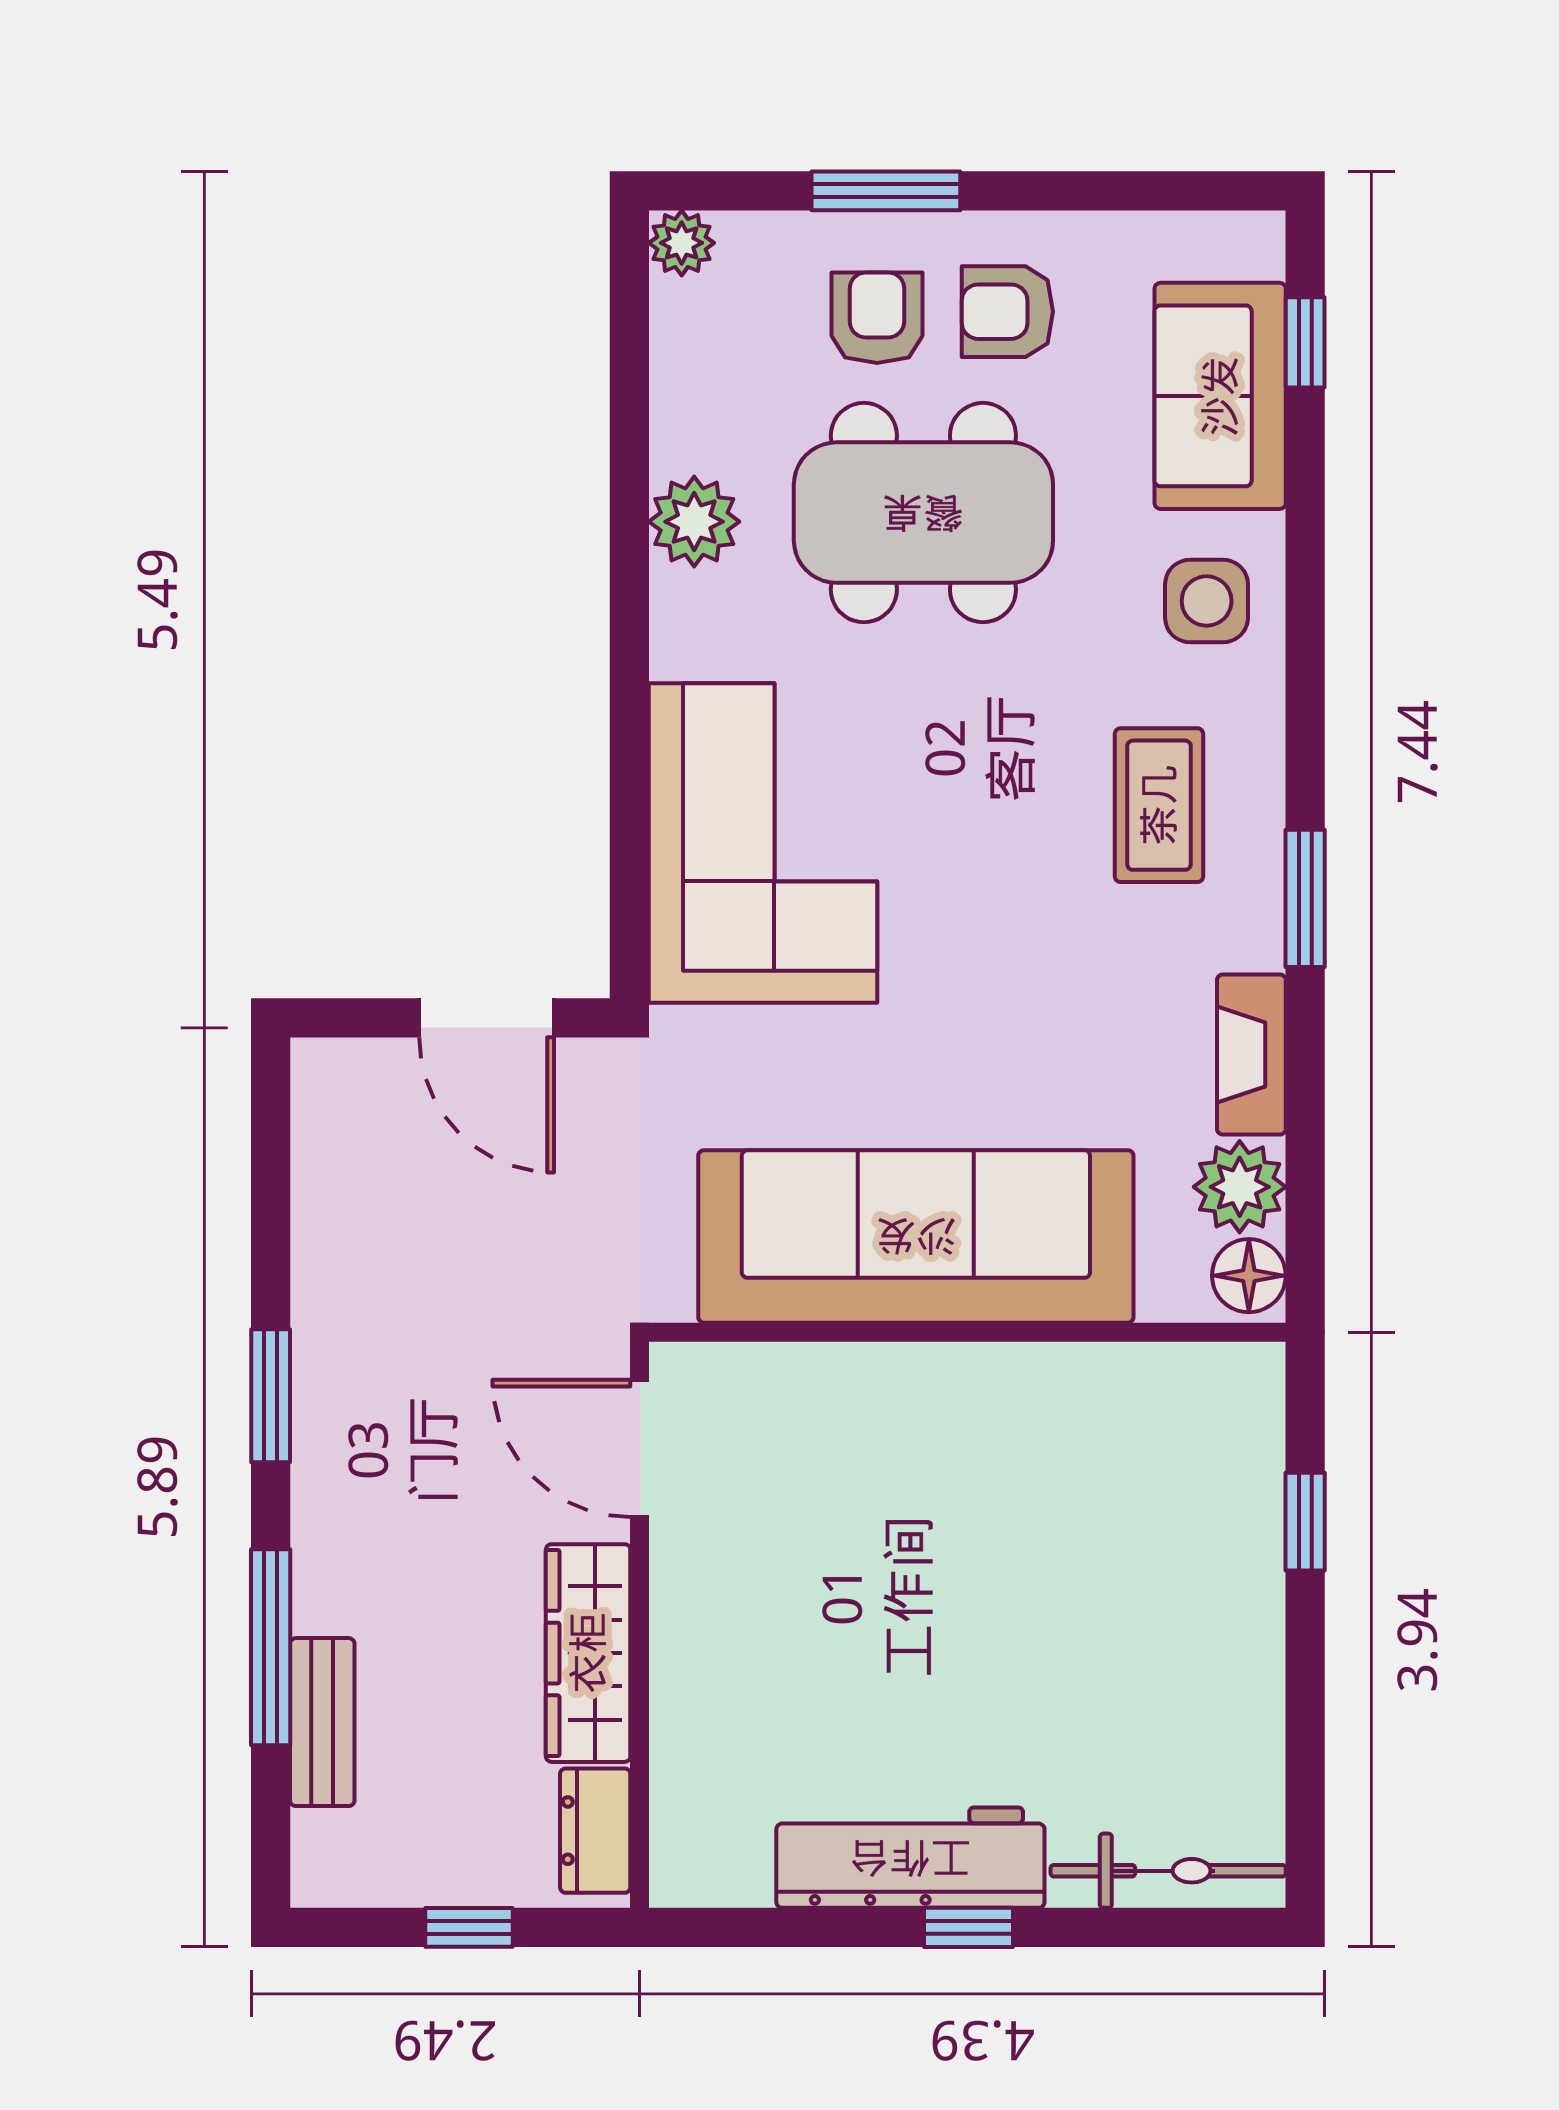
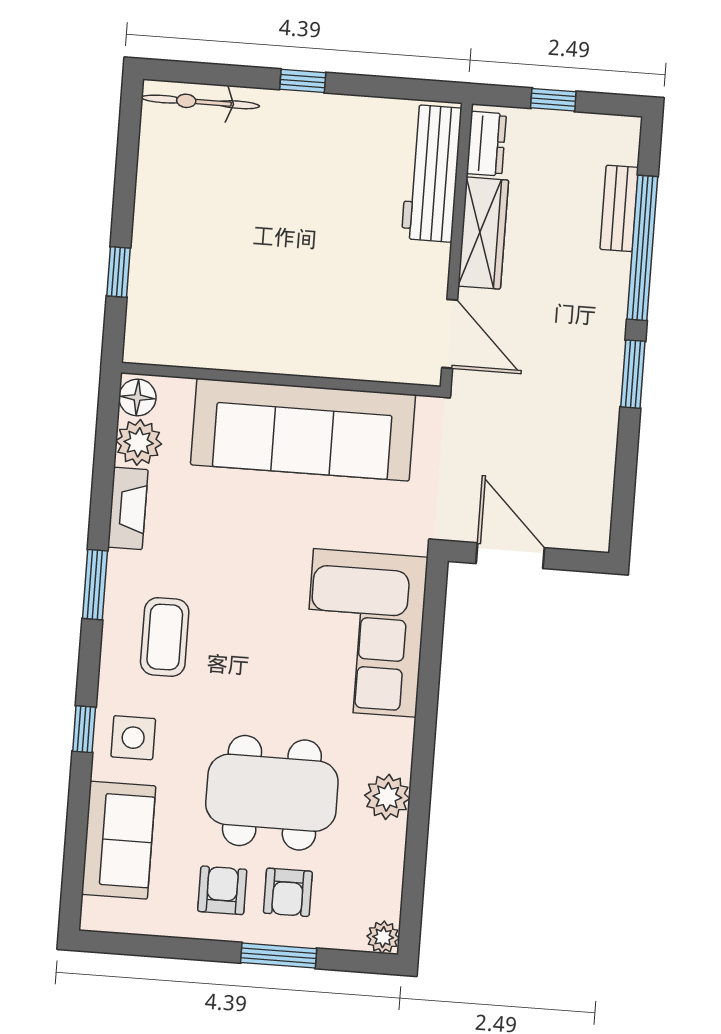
armchair: (1007, 312) -> (222, 890), turned -90
window: (1305, 342) -> (84, 729), moved
window: (271, 1647) -> (642, 248), width x1.46
workbench: (910, 1858) -> (432, 173), moved, turned 90

